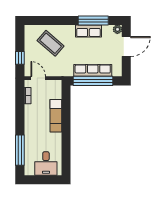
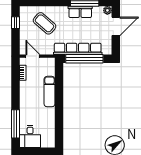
window: (20, 58) -> (16, 23), moved
row of seats: (93, 70) -> (78, 49), width x1.36
desk: (46, 163) -> (30, 136), moved

